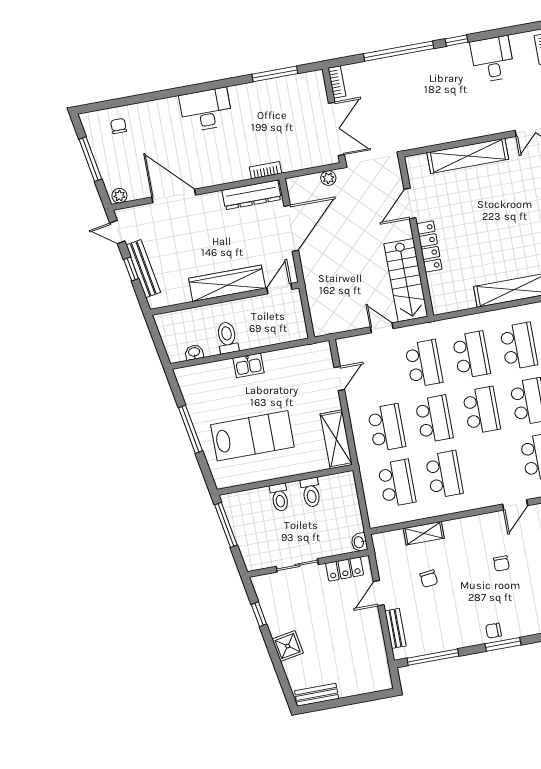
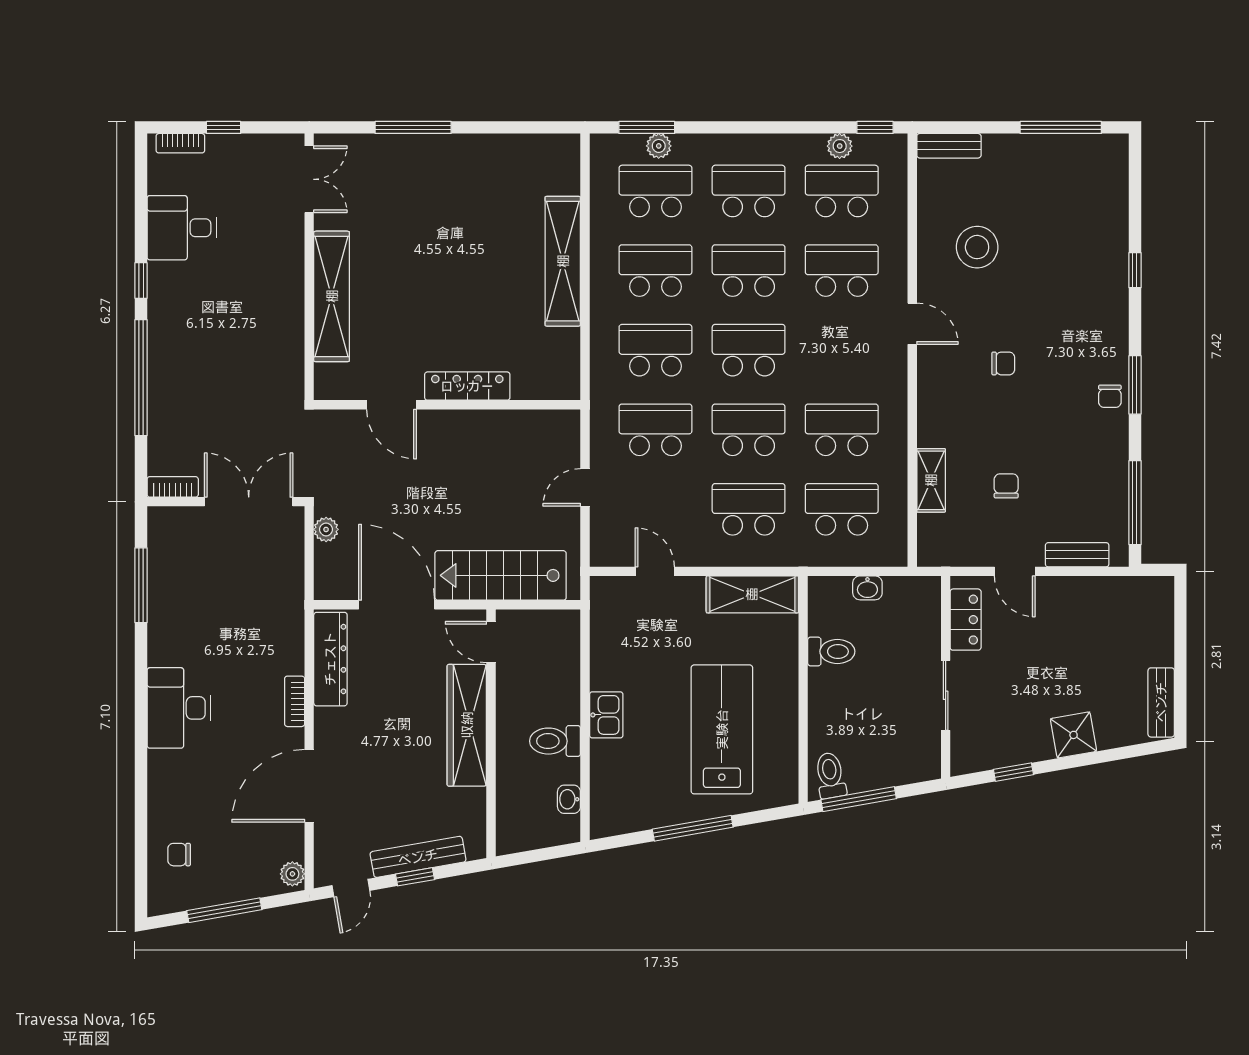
bookcase: (266, 170) -> (295, 701), moved
stairs: (406, 280) -> (501, 575), moved, turned 180
toilet: (280, 497) -> (830, 775), moved, turned -100
washbasin: (359, 542) -> (867, 588), moved
chair: (429, 579) -> (1006, 486), turned -83

